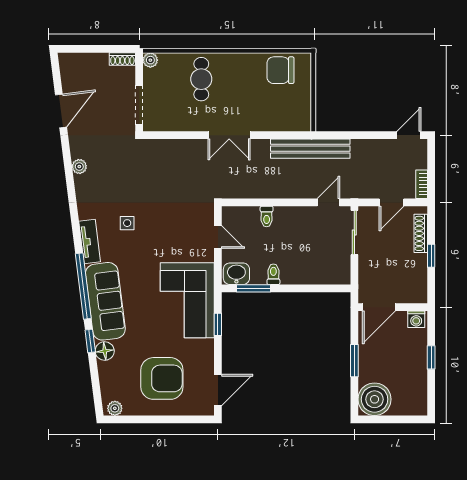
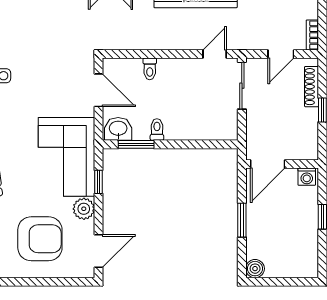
door: (218, 237) -> (99, 90), width x1.38
plant: (204, 350) -> (84, 209), added
boiler: (375, 399) -> (255, 269), width x0.54, depth x0.54

